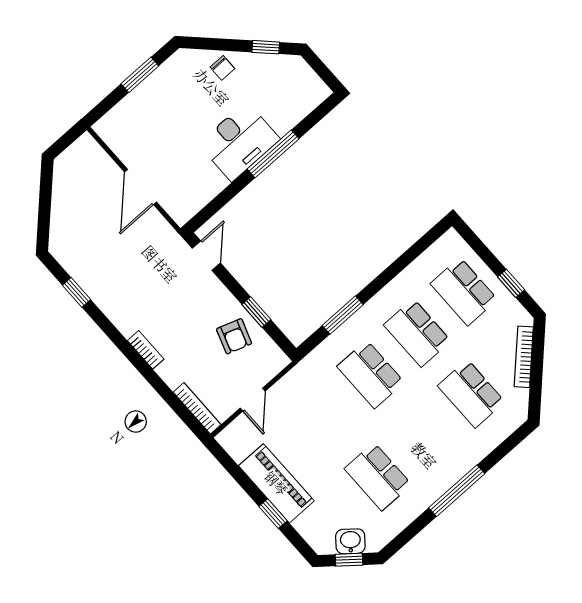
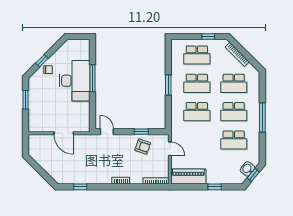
window: (266, 47) -> (42, 61), moved
desk: (239, 142) -> (75, 81), width x1.36, depth x1.30
window: (343, 315) -> (168, 85), moved
door: (253, 400) -> (170, 149), moved
school desk: (425, 435) -> (234, 112), added
piano: (276, 483) -> (188, 177), moved

